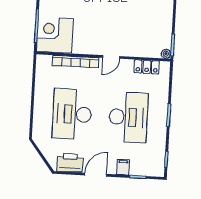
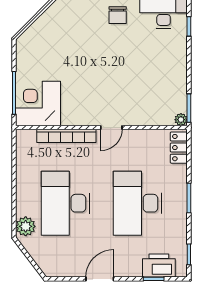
locker: (147, 67) -> (179, 148), moved, turned 90
desk: (128, 117) -> (137, 203), turned 180
plant: (40, 130) -> (26, 226), added
printer: (70, 163) -> (159, 266), moved
filing cabinet: (123, 167) -> (134, 267), removed

